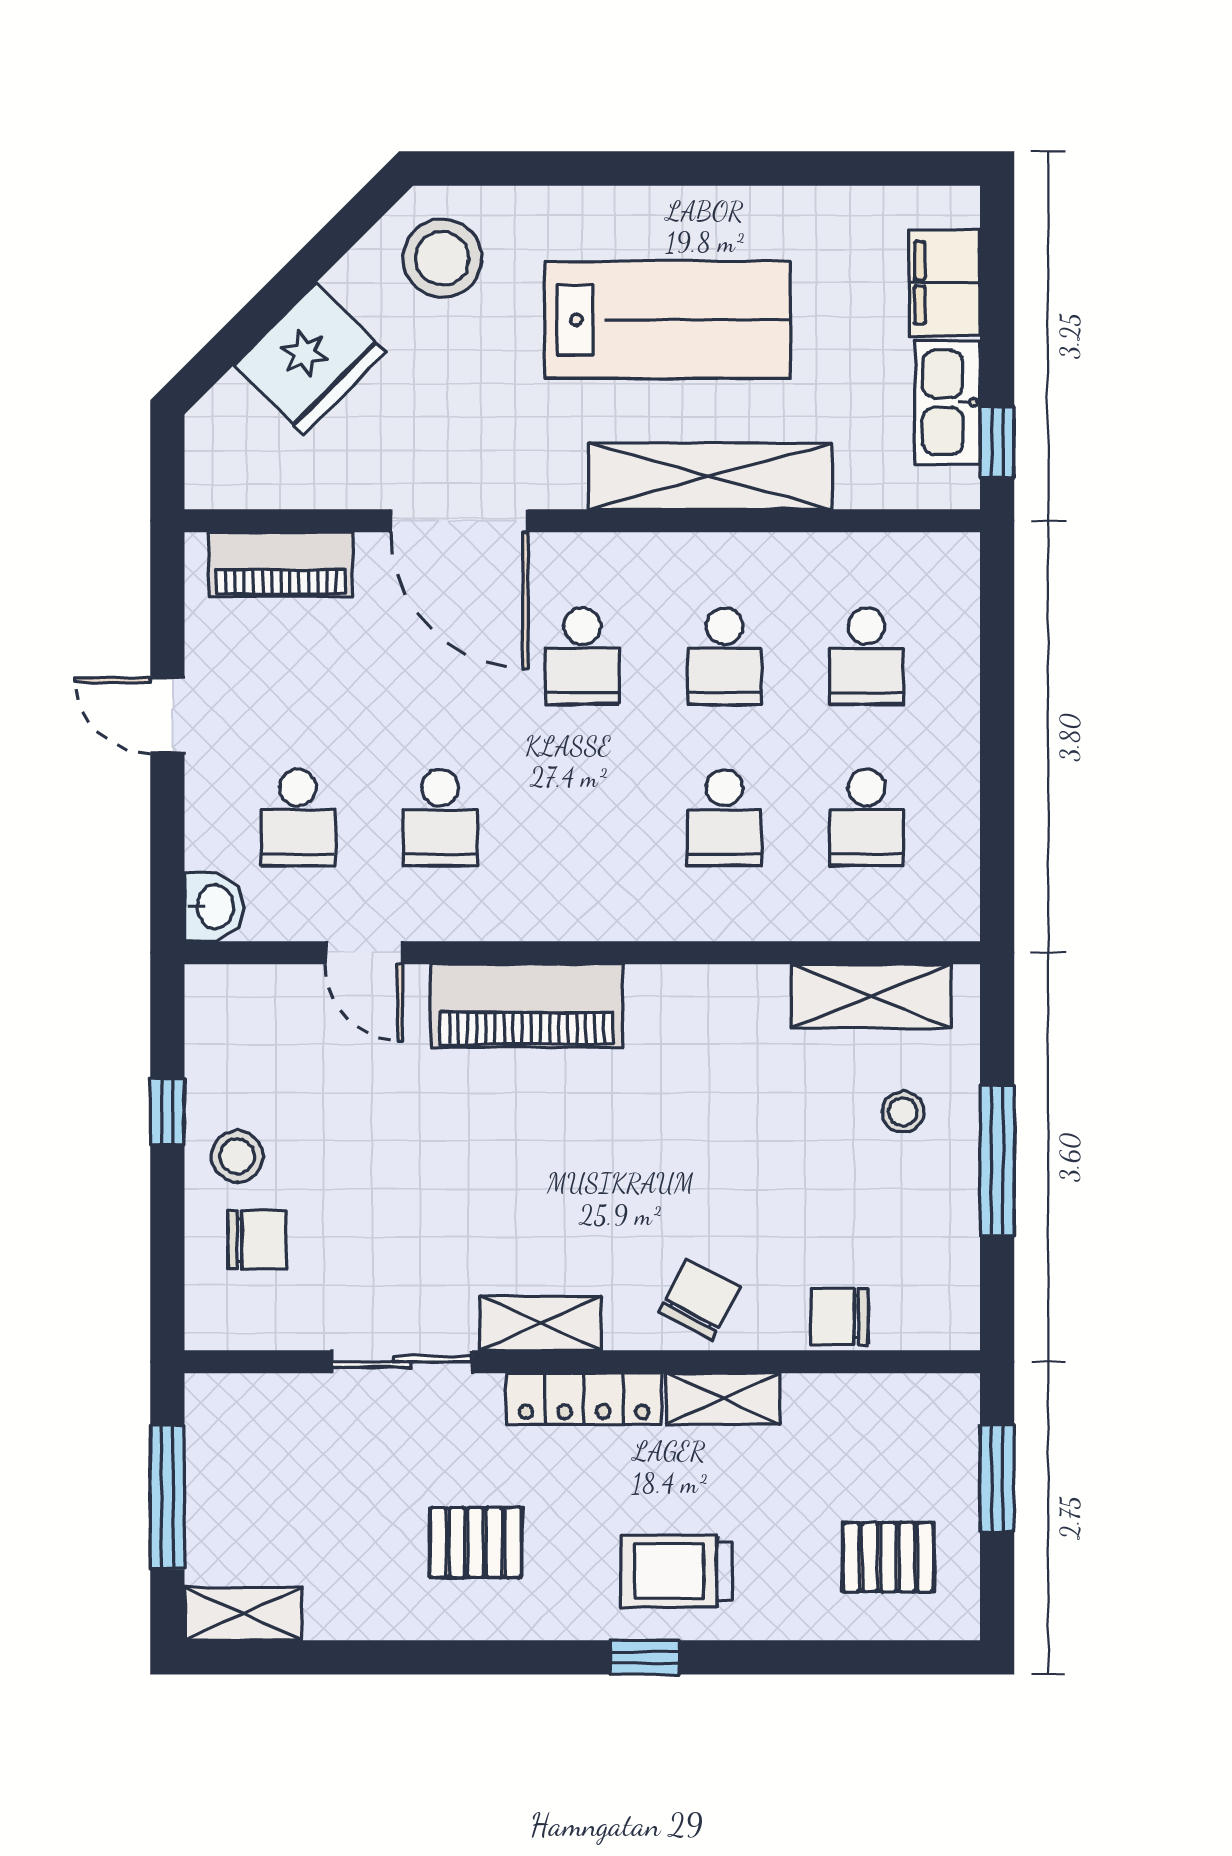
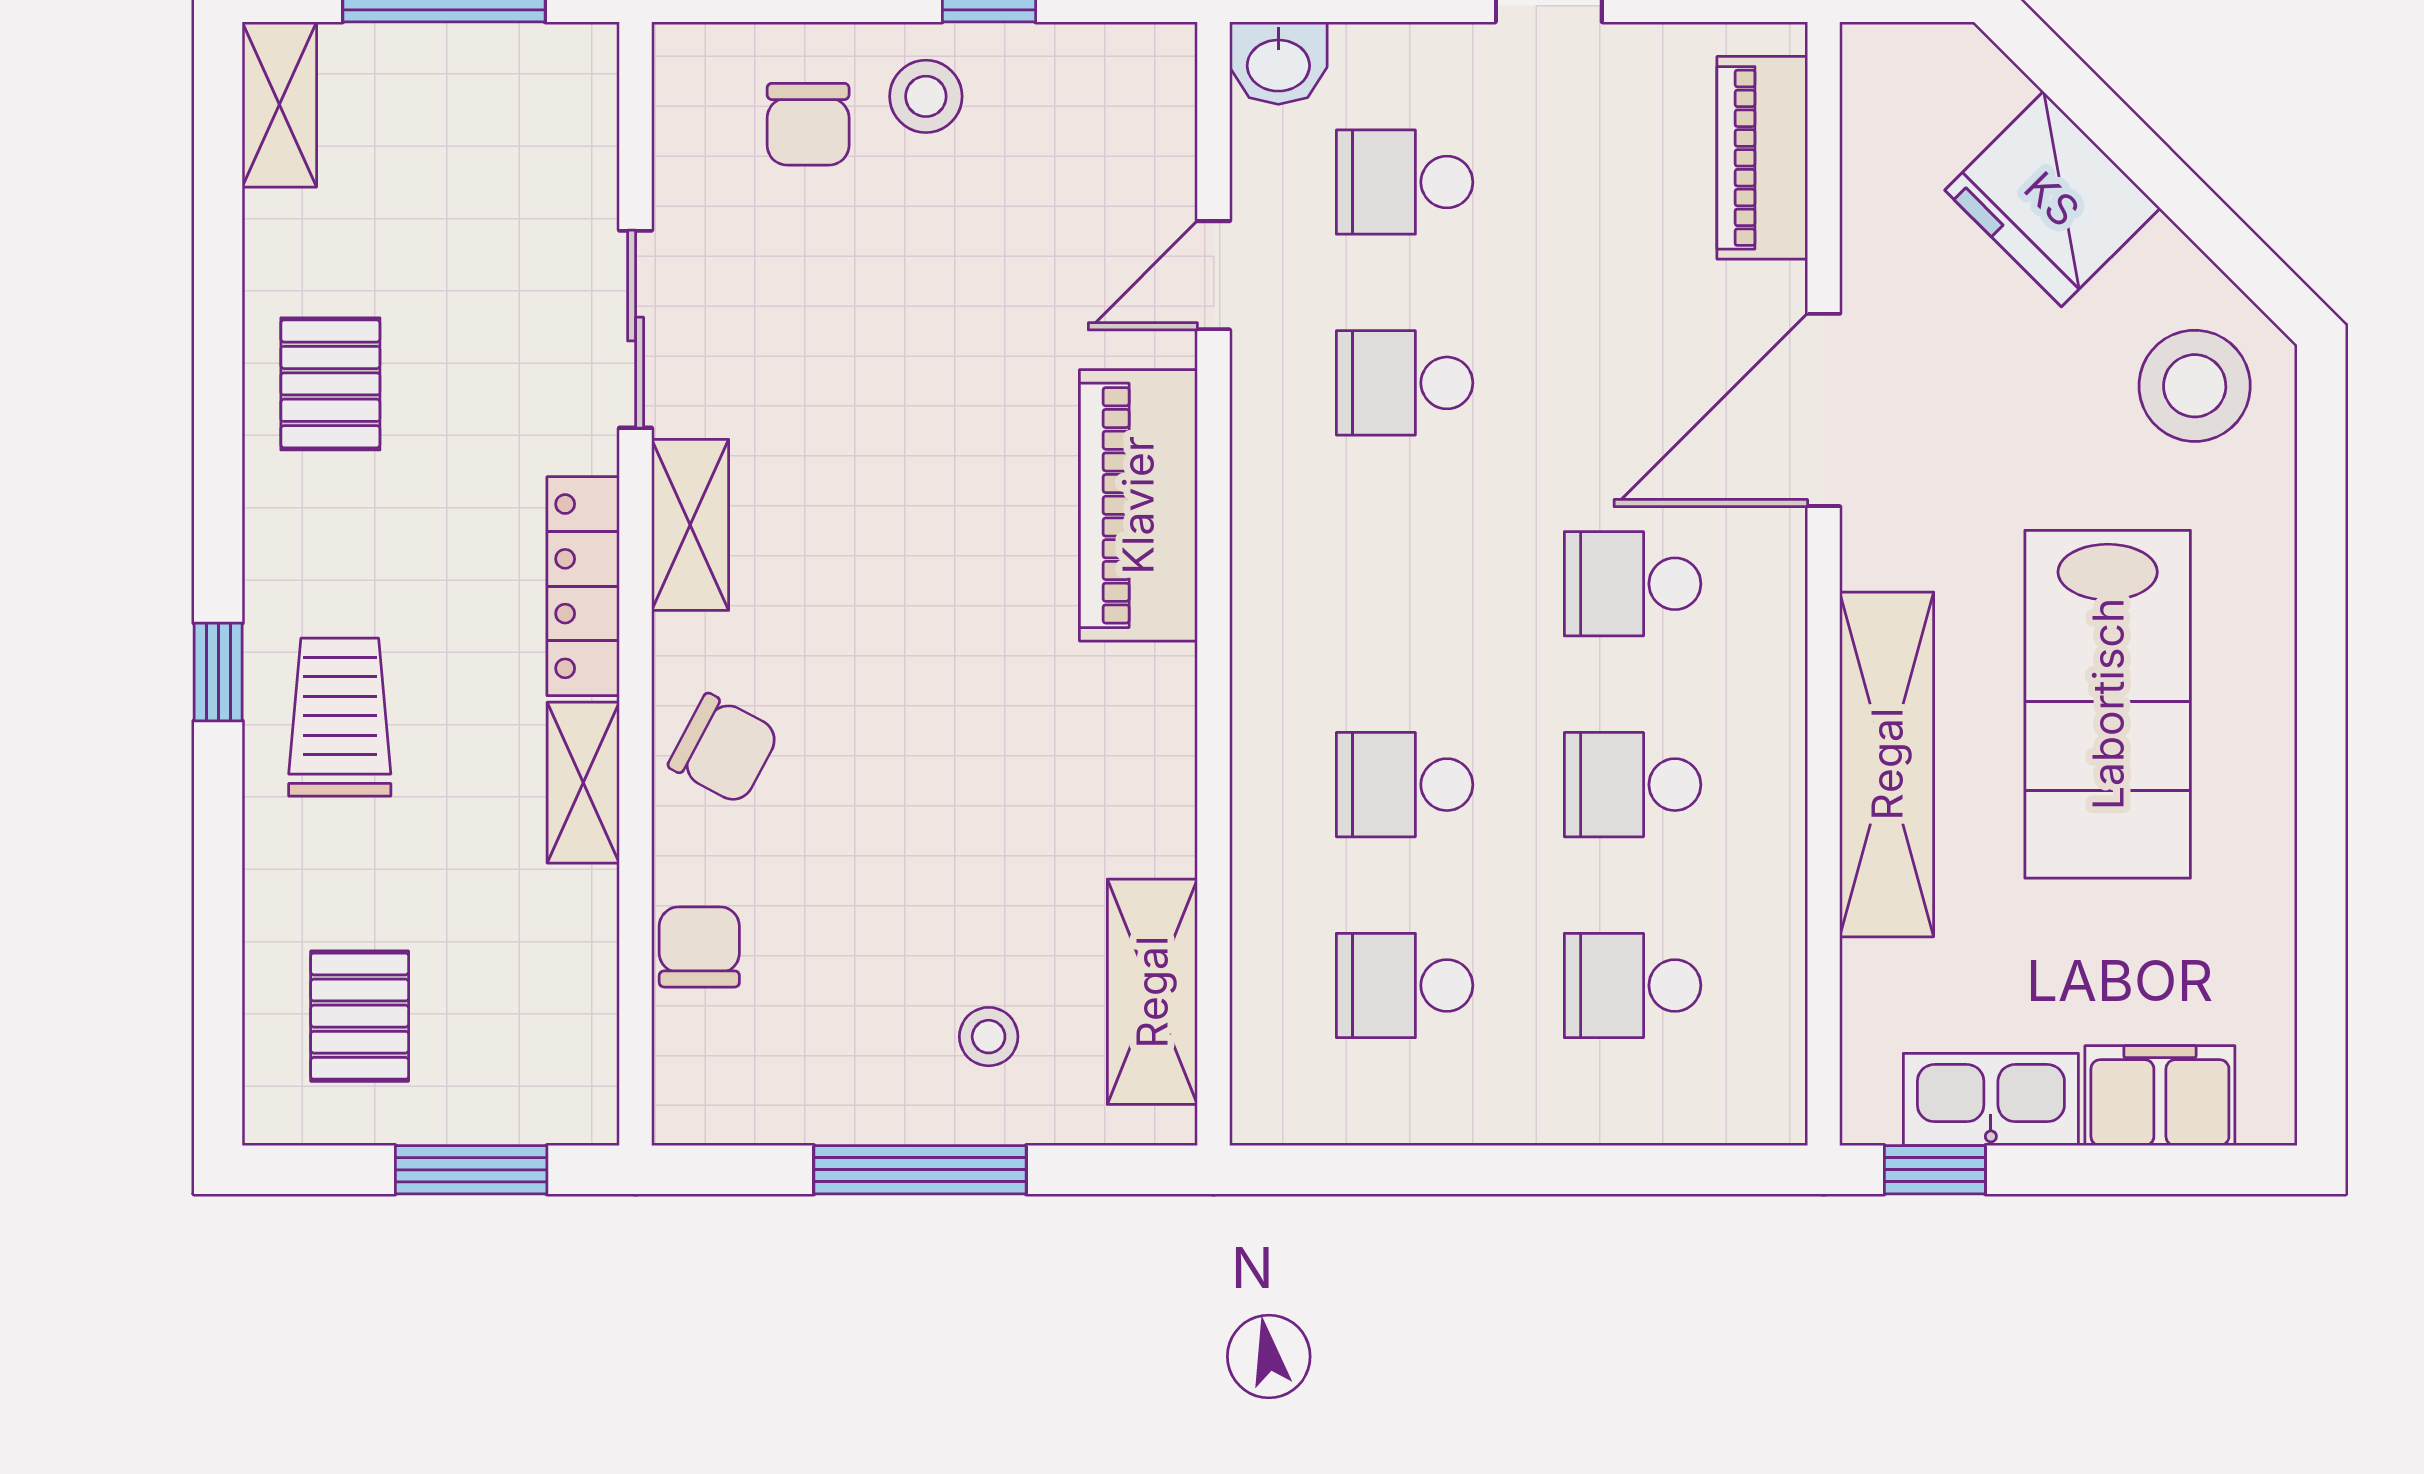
pallet: (476, 1542) -> (330, 384), moved

